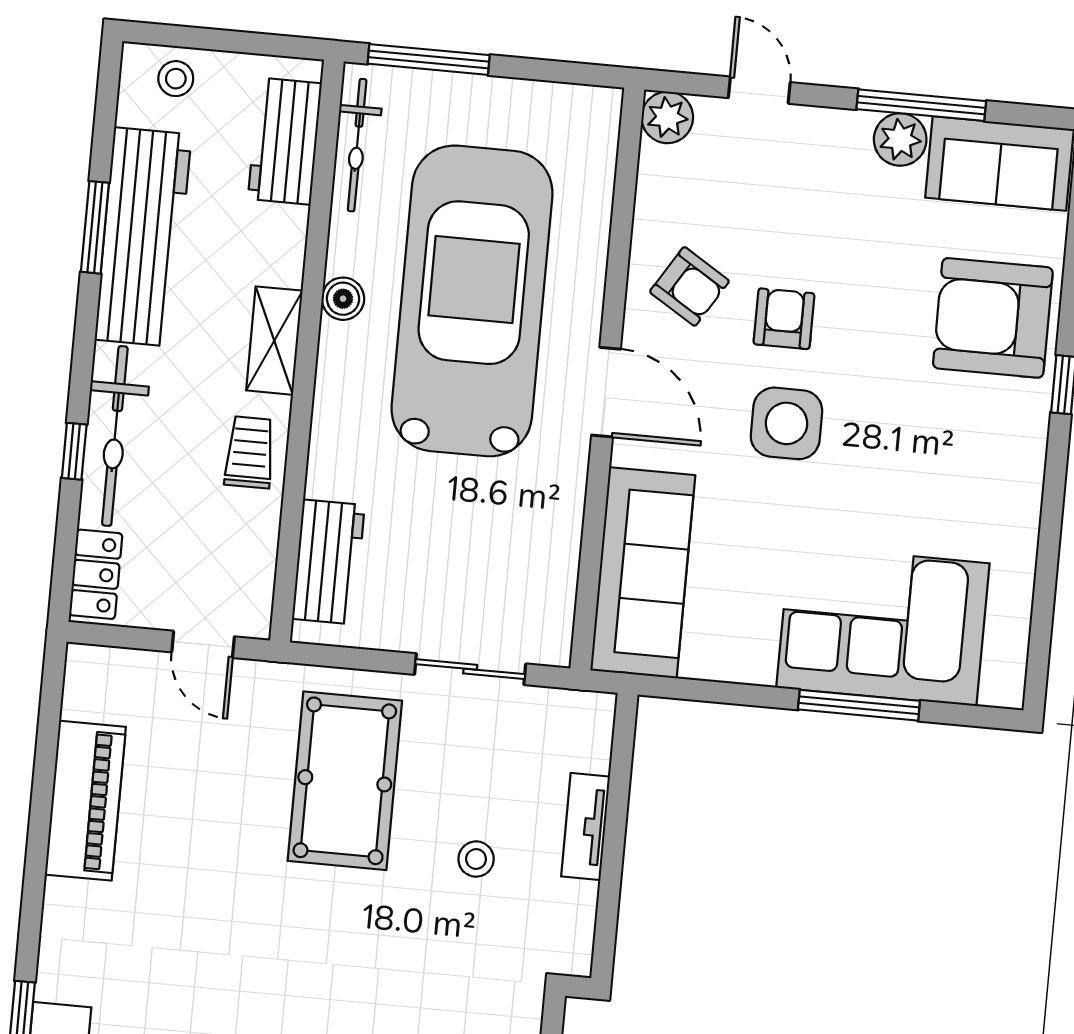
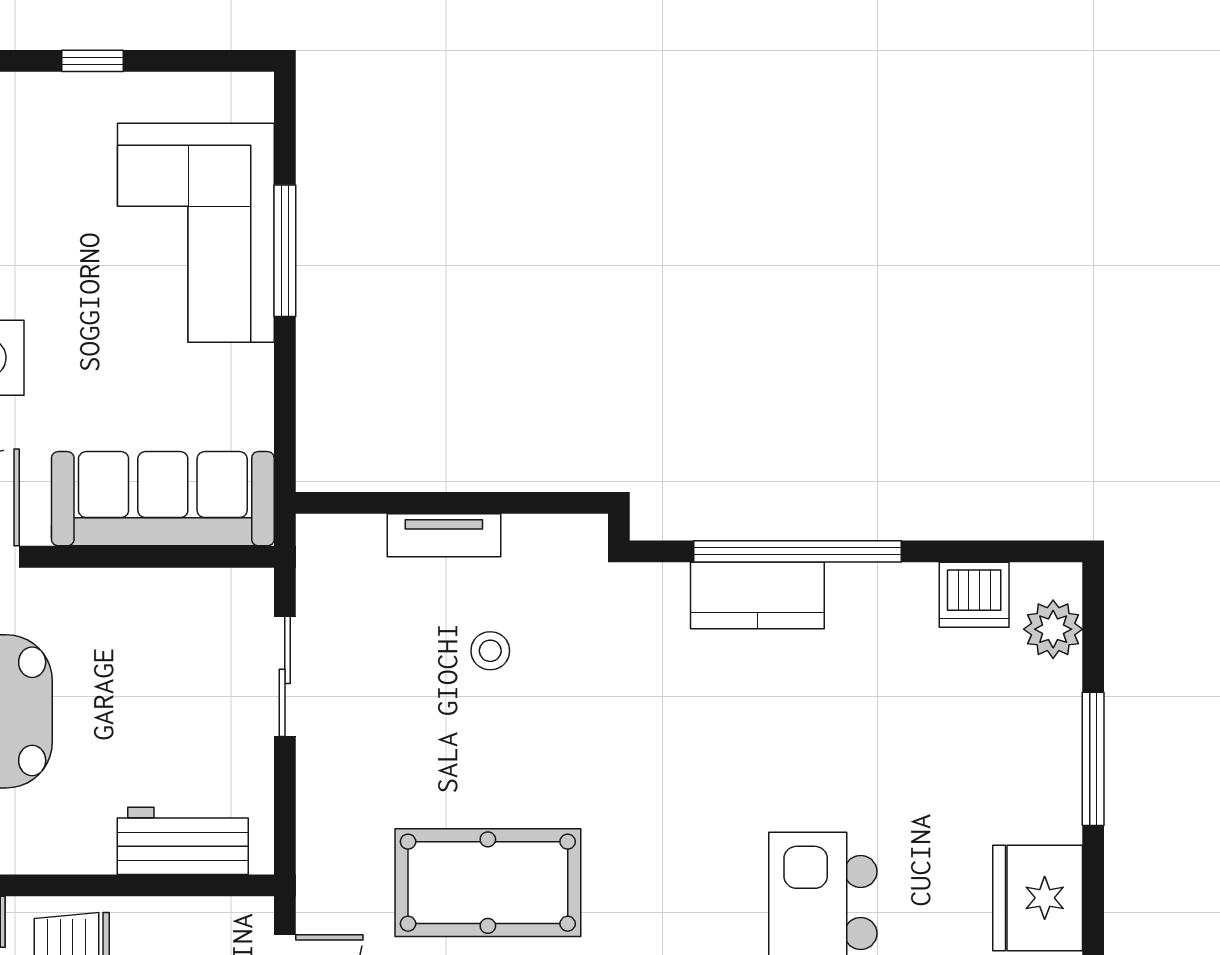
window: (1049, 546) -> (93, 61), added
pool table: (345, 781) -> (488, 883), moved

